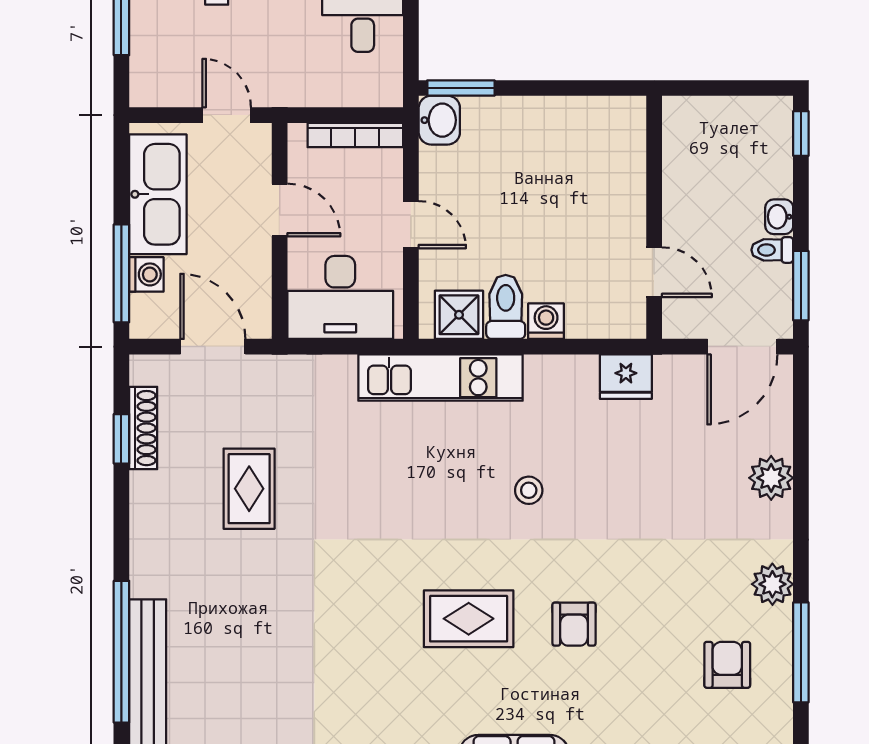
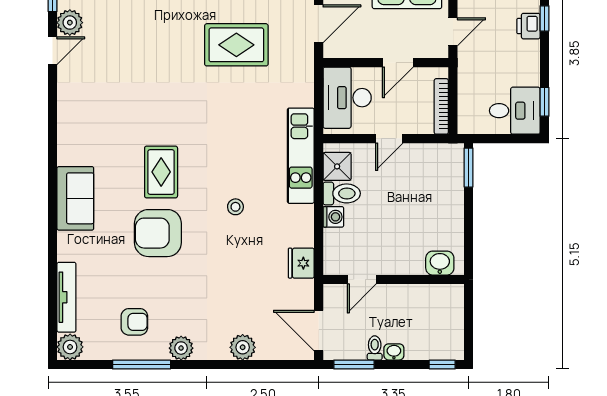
washbasin: (439, 120) -> (440, 263), moved, turned 180
rug: (249, 489) -> (236, 45), width x1.36, depth x1.43
armchair: (574, 624) -> (158, 233), width x1.88, depth x1.88

